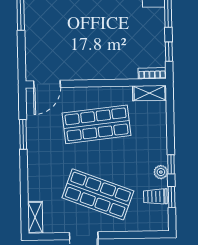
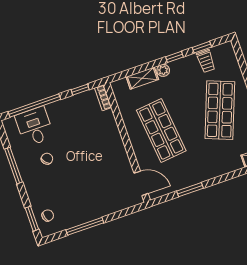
shelving: (150, 93) -> (142, 78), moved, turned 90
plant: (161, 172) -> (163, 70), moved

